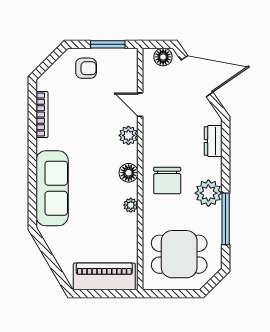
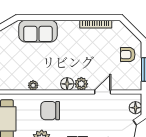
armchair: (86, 68) -> (128, 55), turned 90
floor lamp: (129, 173) -> (67, 84), moved
sofa: (52, 188) -> (38, 31), width x0.73

